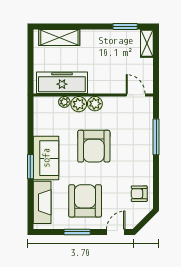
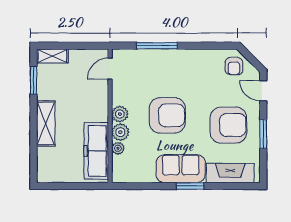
shelving: (59, 37) -> (46, 123), moved
armchair: (139, 194) -> (234, 66), moved
armchair: (85, 201) -> (228, 125), turned 180

